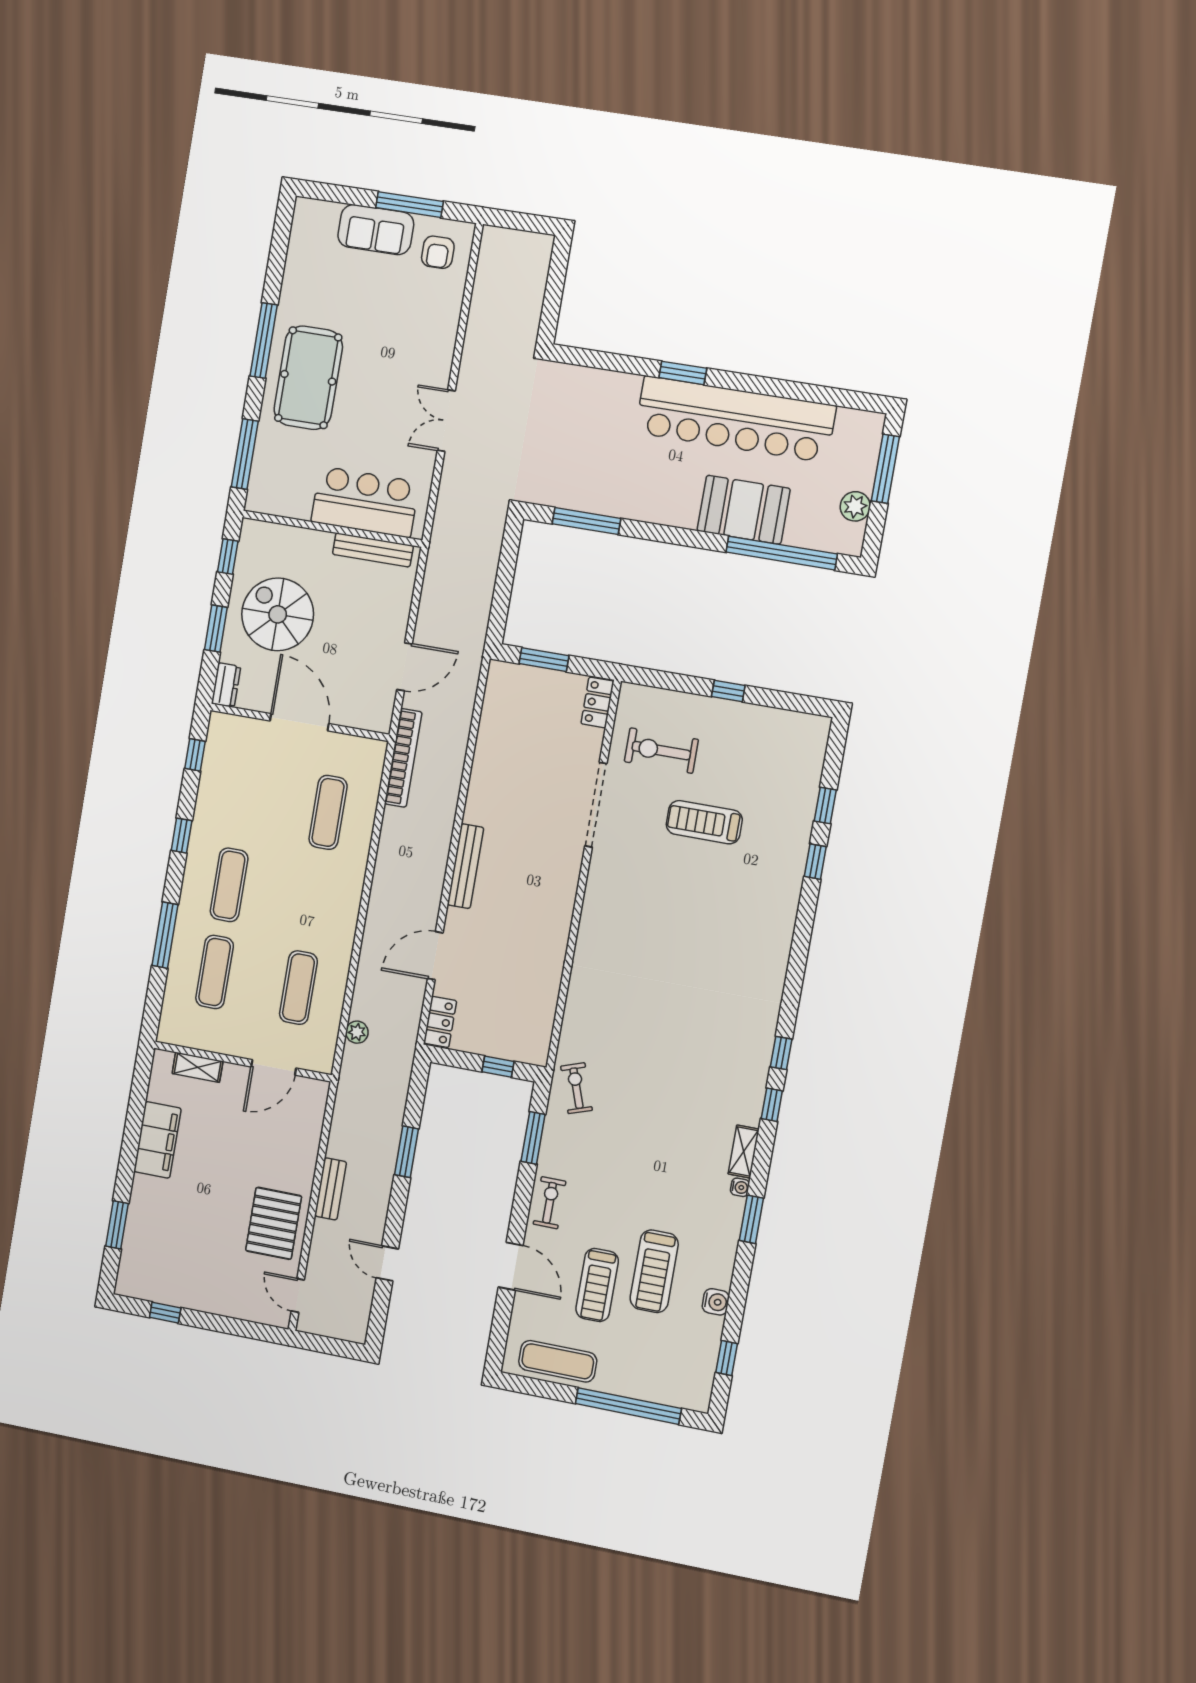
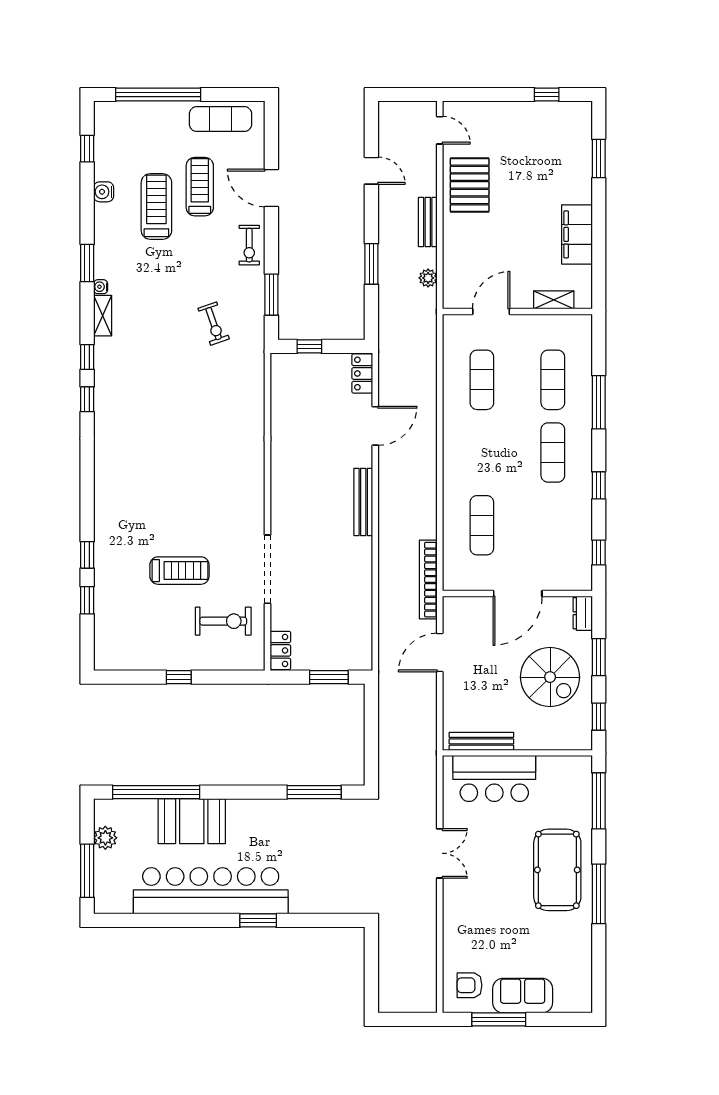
armchair: (438, 252) -> (470, 985), turned -90
door: (299, 722) -> (518, 594), hinge flipped
plant: (357, 1032) -> (428, 278), moved
exercise bike: (576, 1088) -> (214, 324), moved

